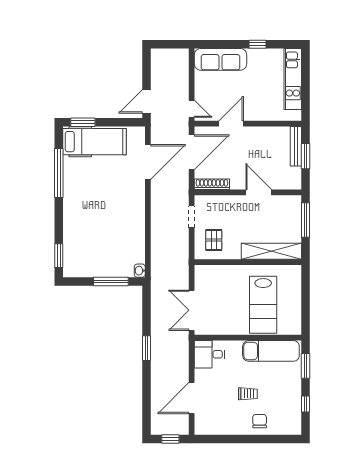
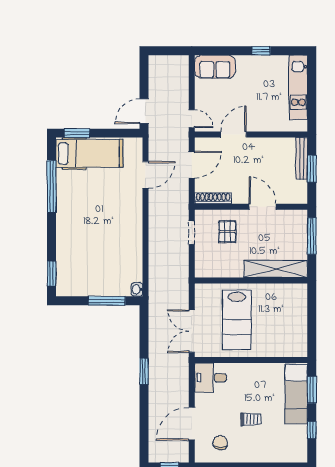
sofa: (221, 59) -> (215, 67), width x0.73
door: (192, 152) -> (192, 165), width x0.73
door: (148, 162) -> (146, 175), width x0.73
pallet: (214, 240) -> (227, 232), moved
lab bench: (263, 305) -> (237, 320), moved
exam couch: (271, 351) -> (296, 394), moved, turned 90
chair: (260, 421) -> (220, 443), moved

